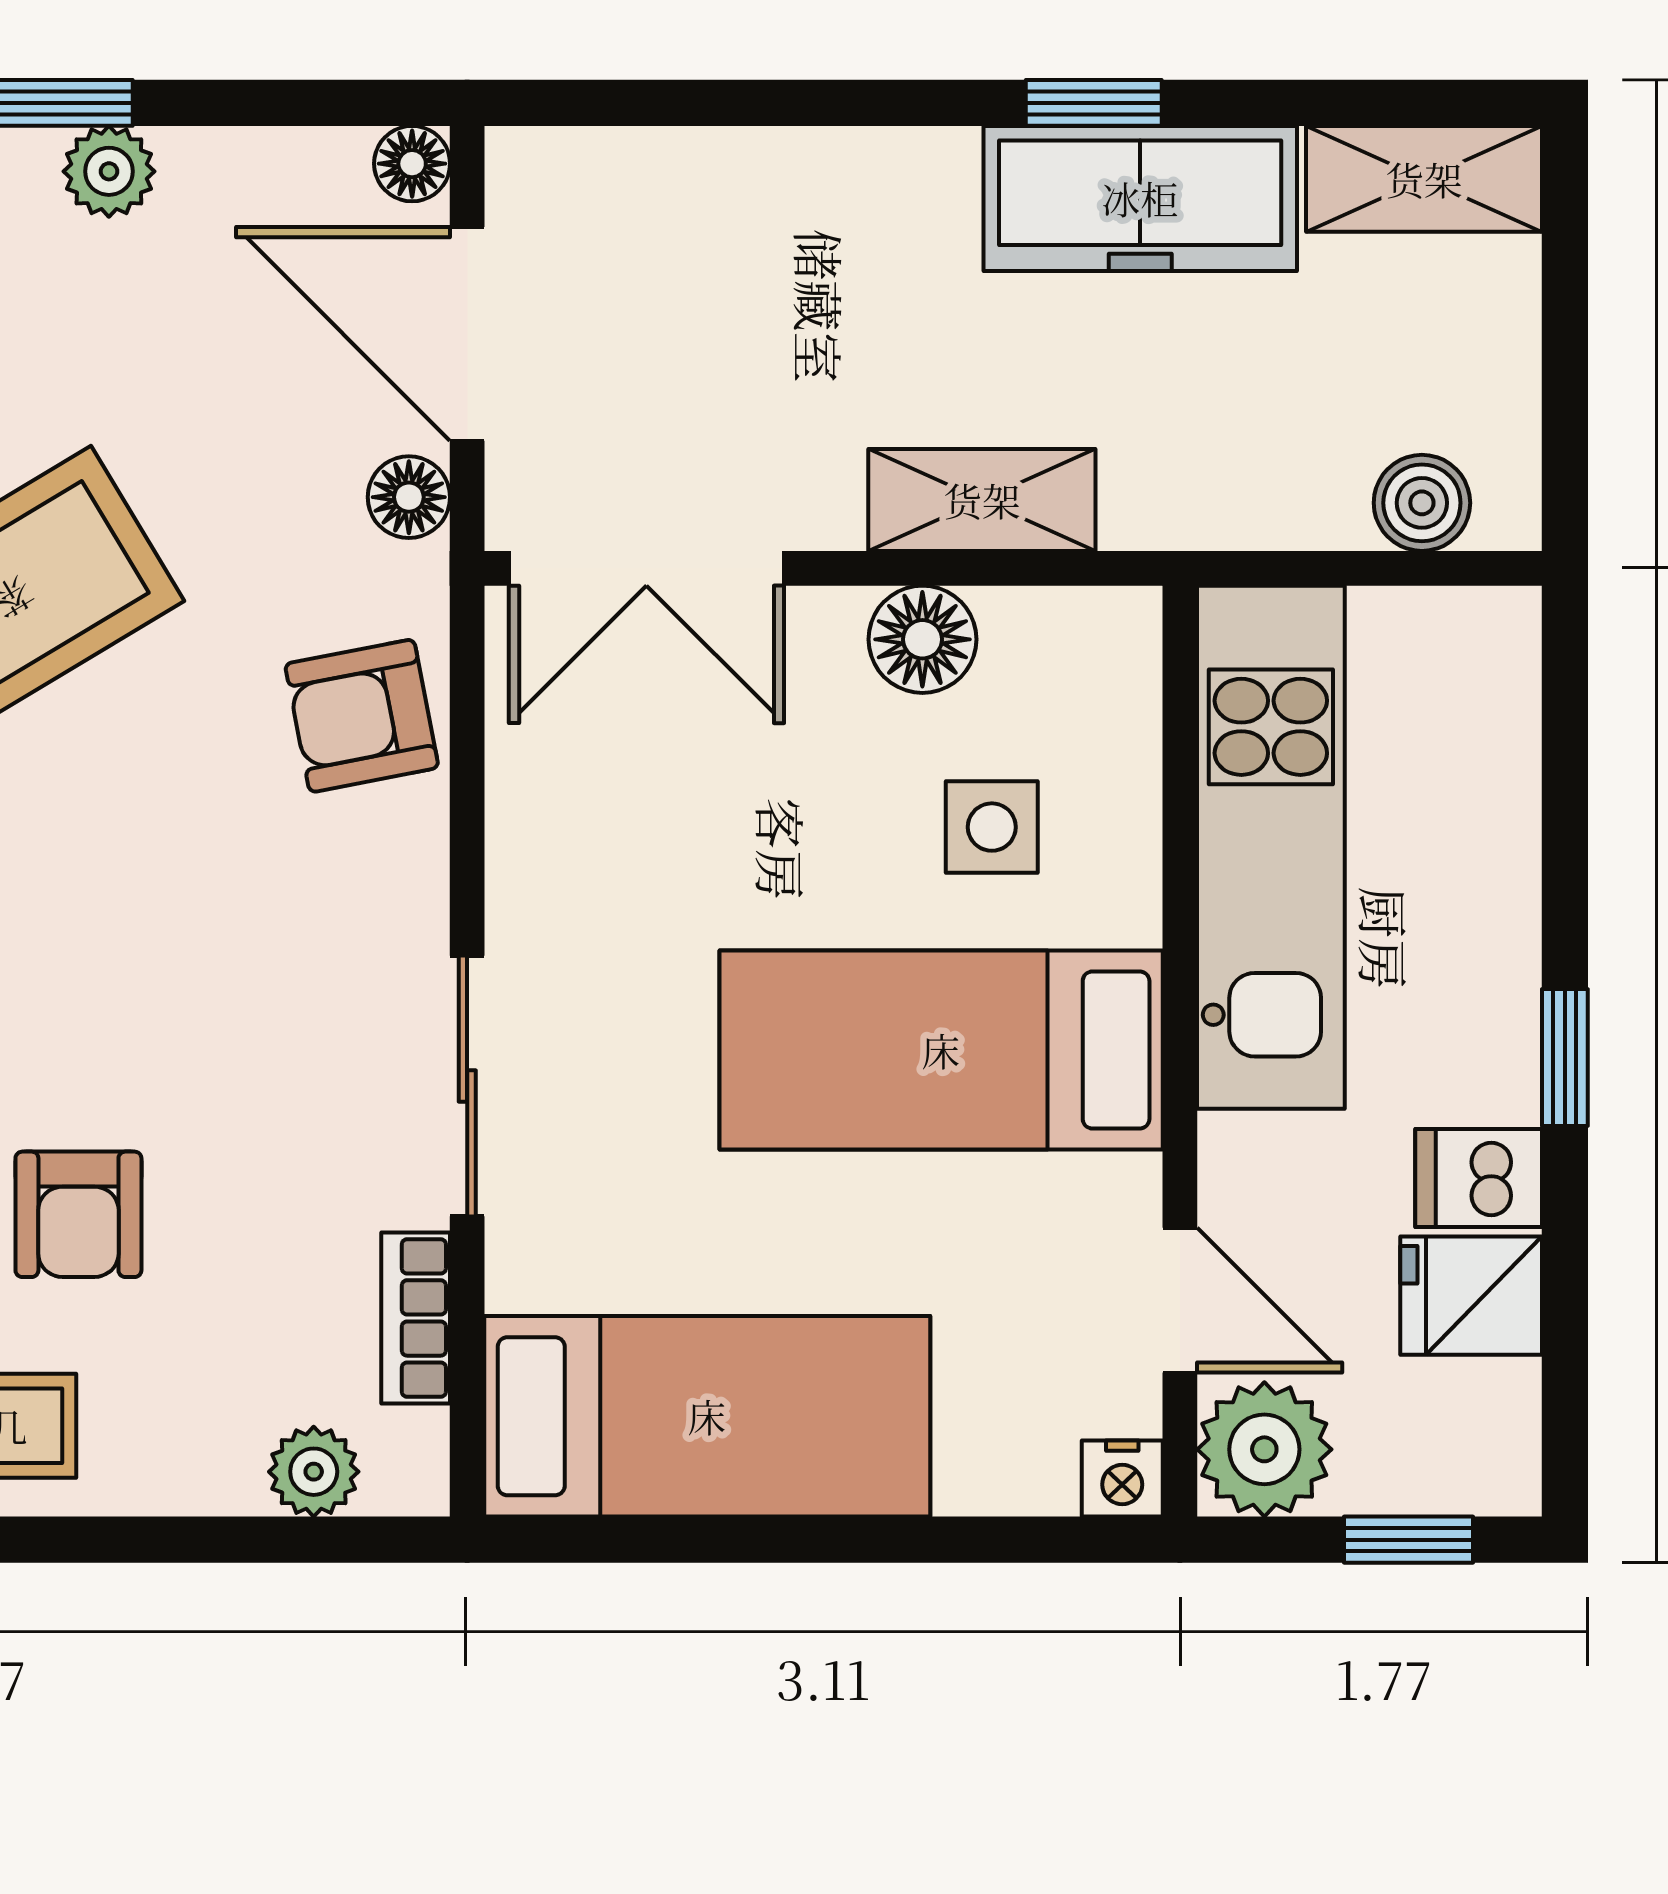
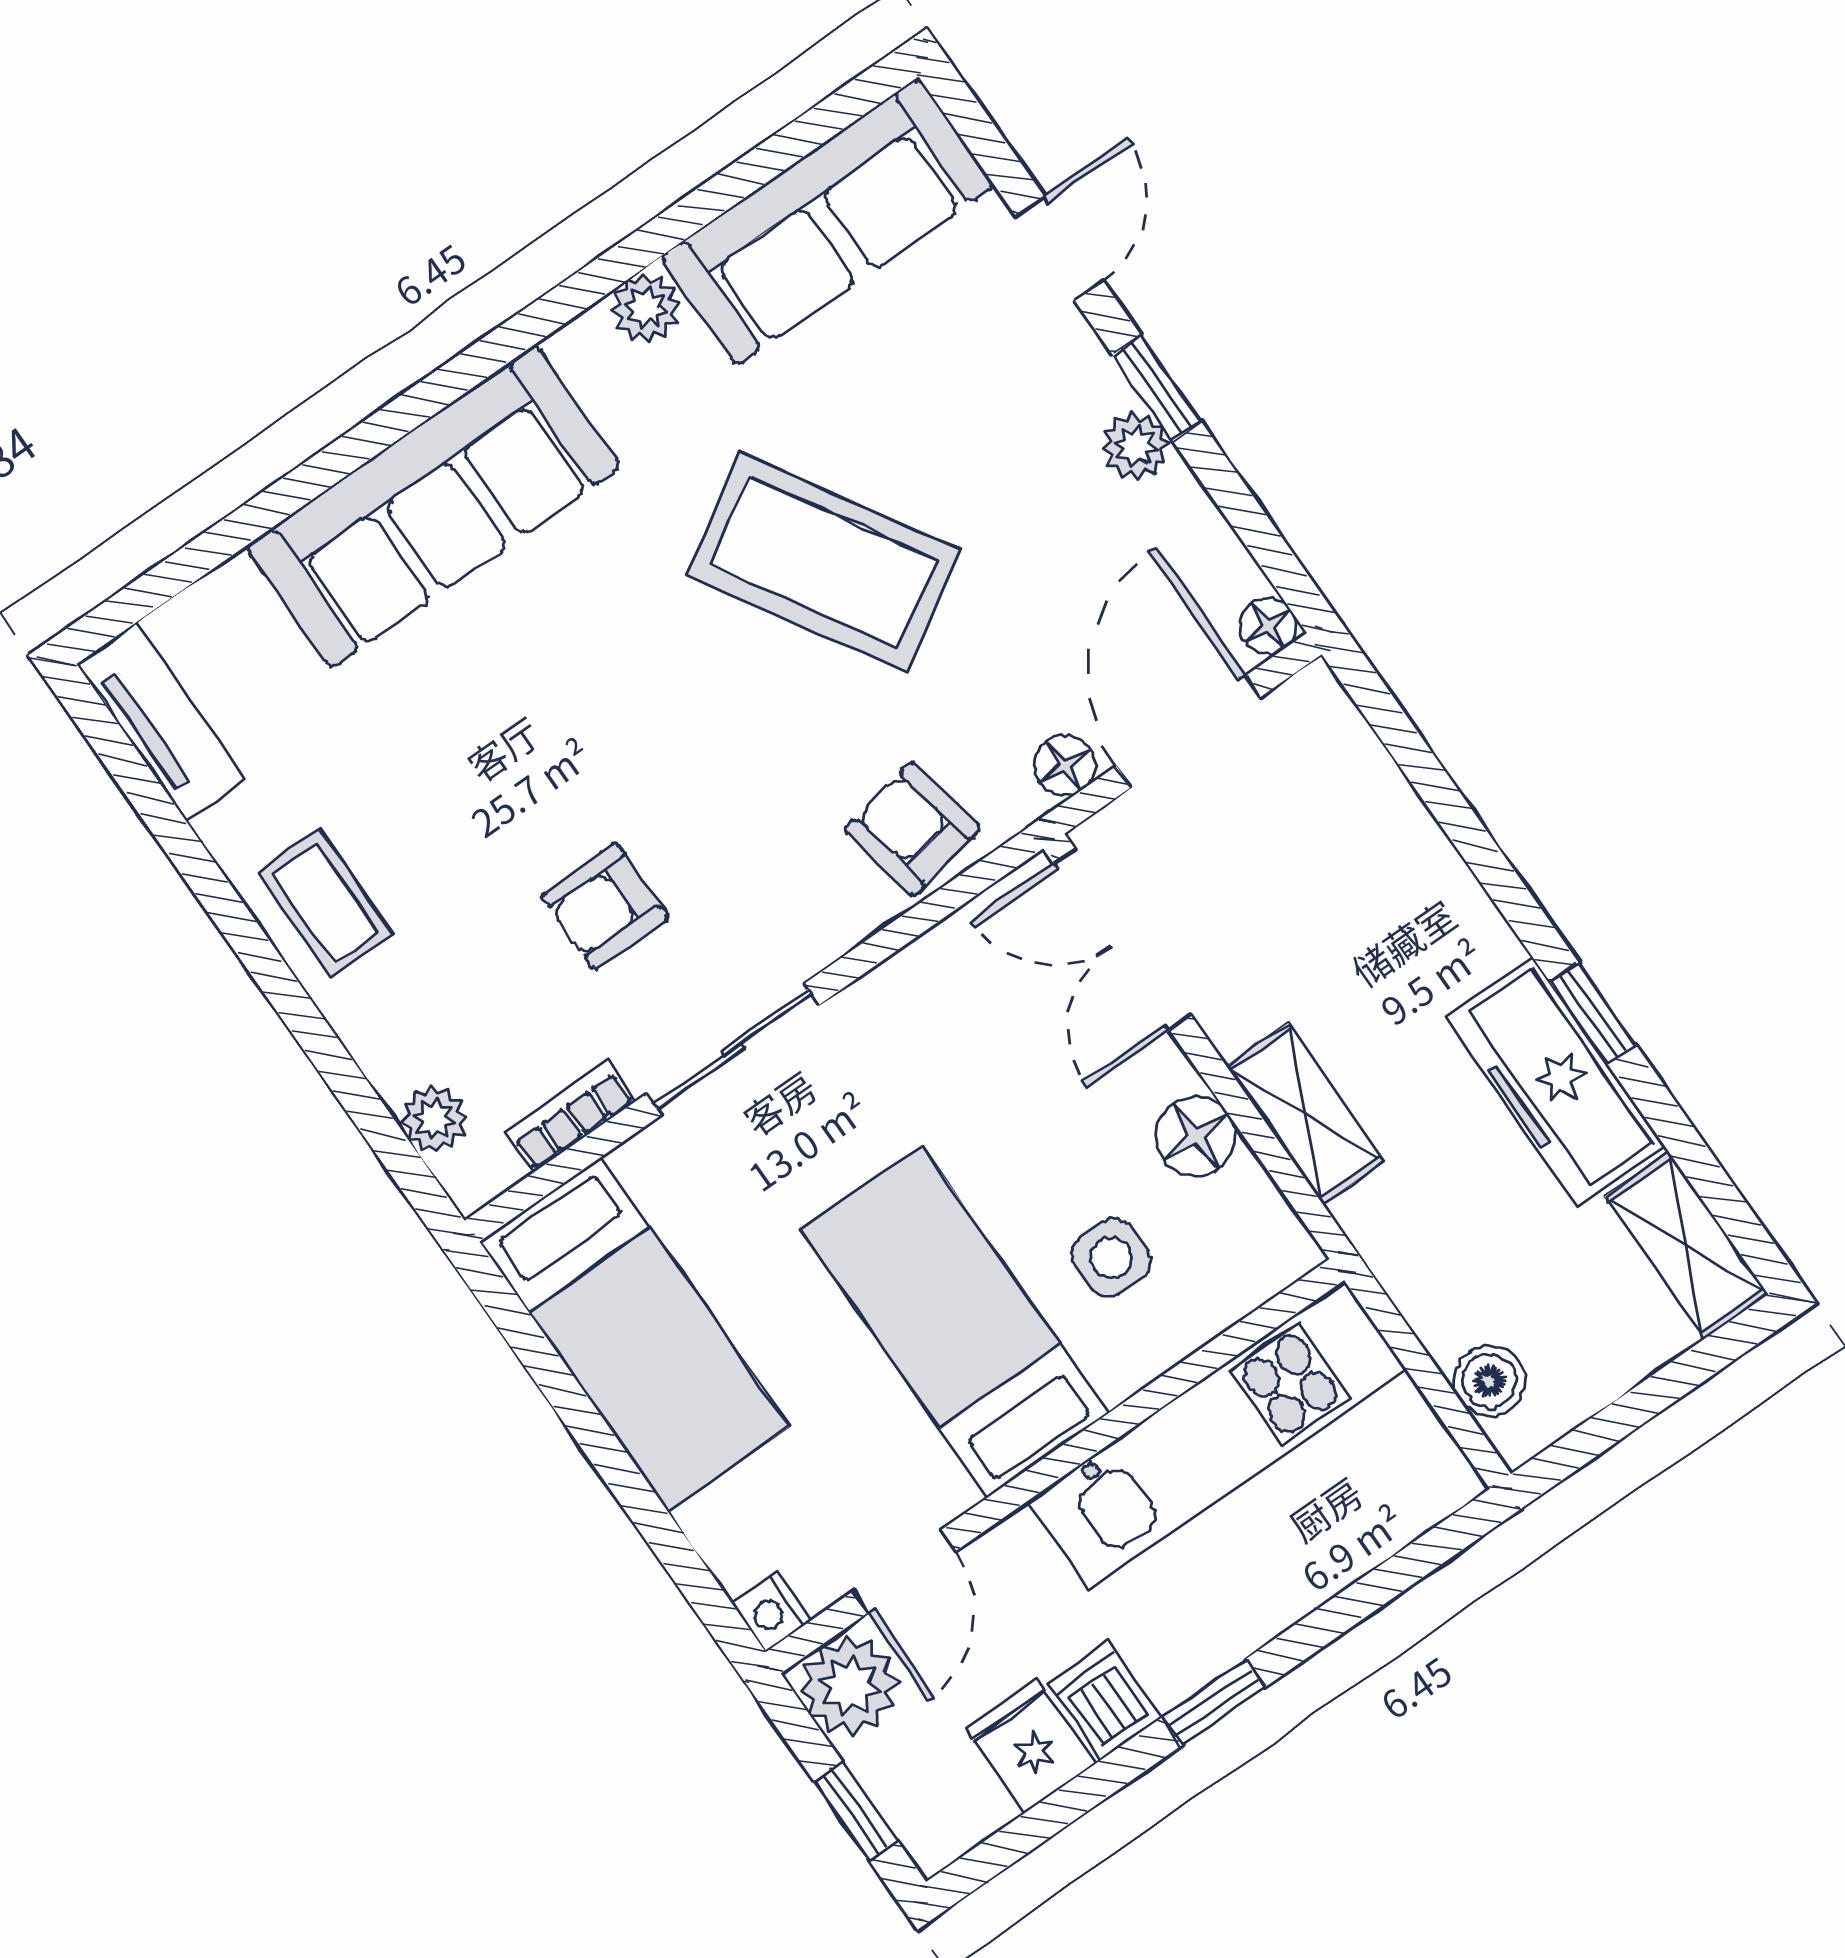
armchair: (78, 1214) -> (605, 906), moved

